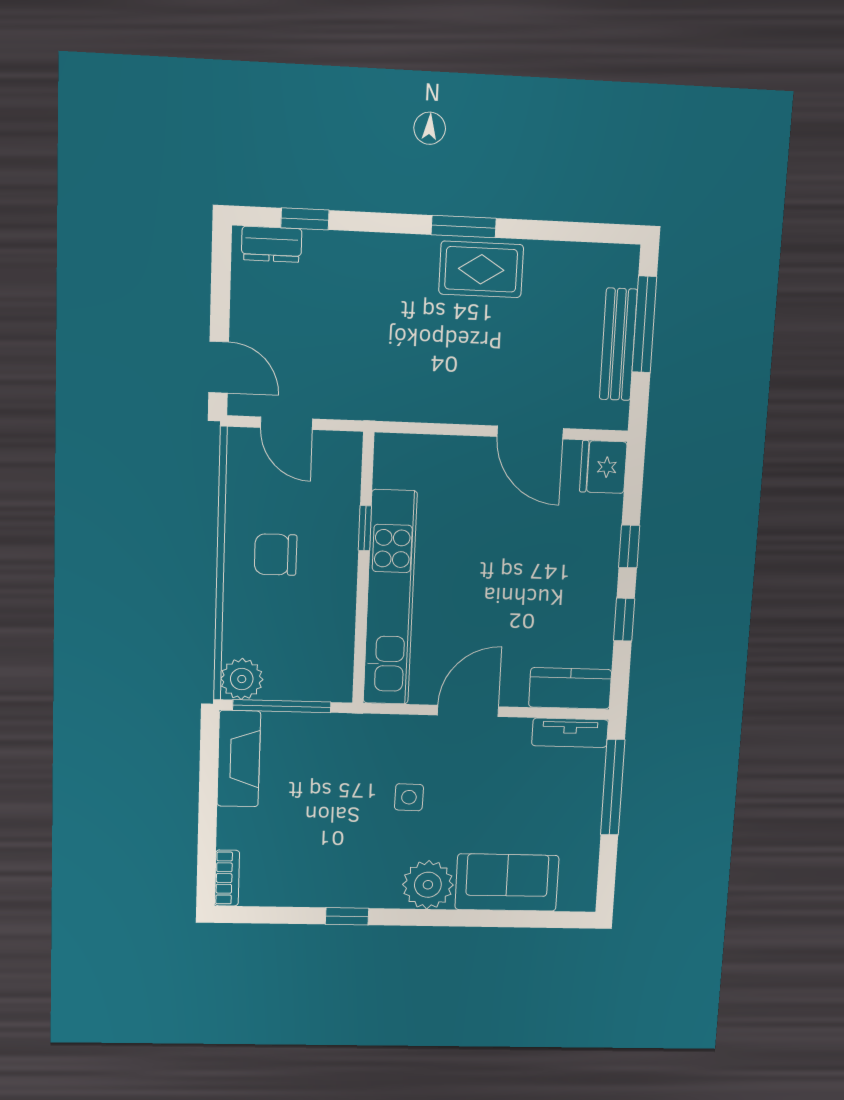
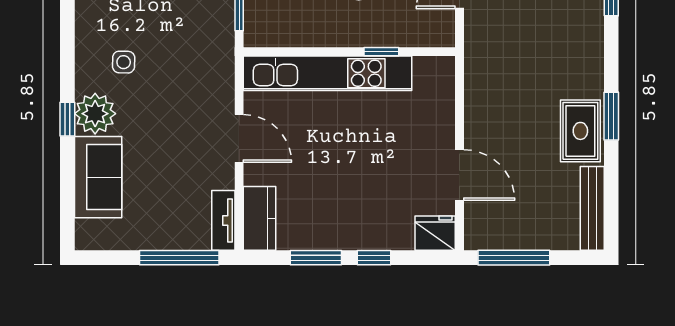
window: (644, 324) -> (514, 258), moved
bench: (618, 344) -> (592, 208), moved, turned 90
door: (530, 433) -> (459, 175), swing flipped
window: (624, 620) -> (316, 258), width x1.50
side table: (409, 797) -> (124, 62), moved
window: (347, 916) -> (67, 119), moved

